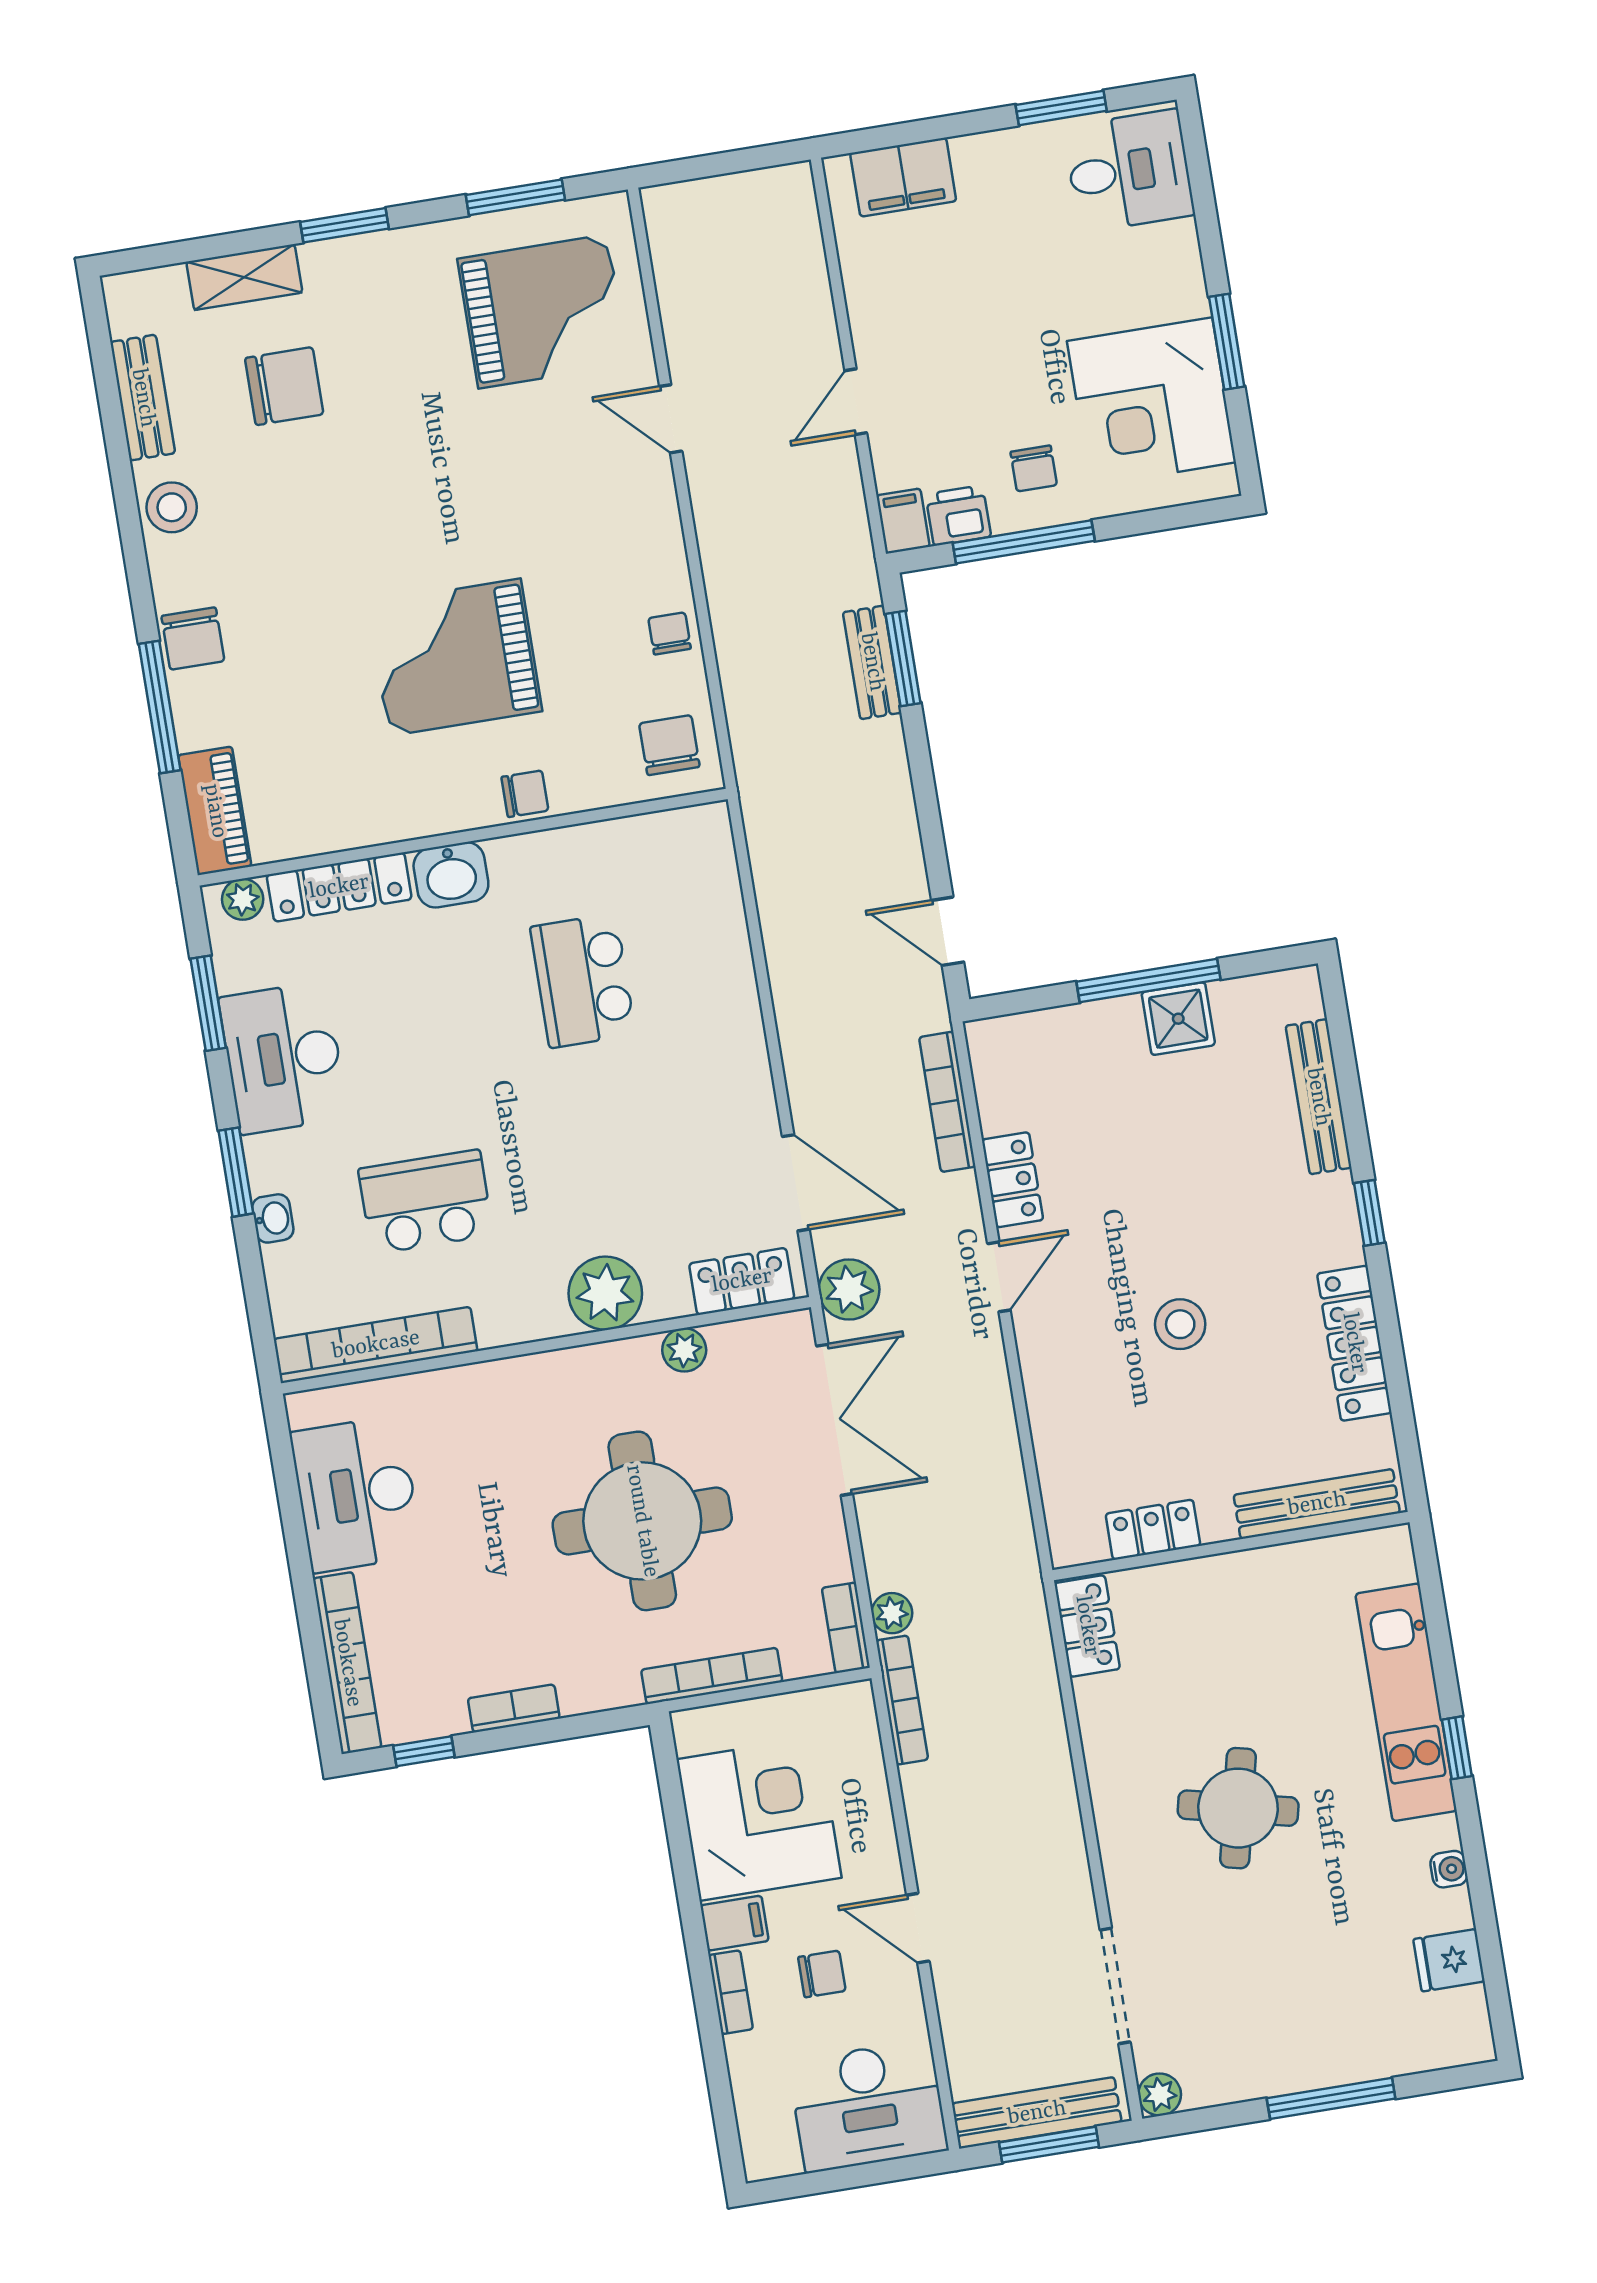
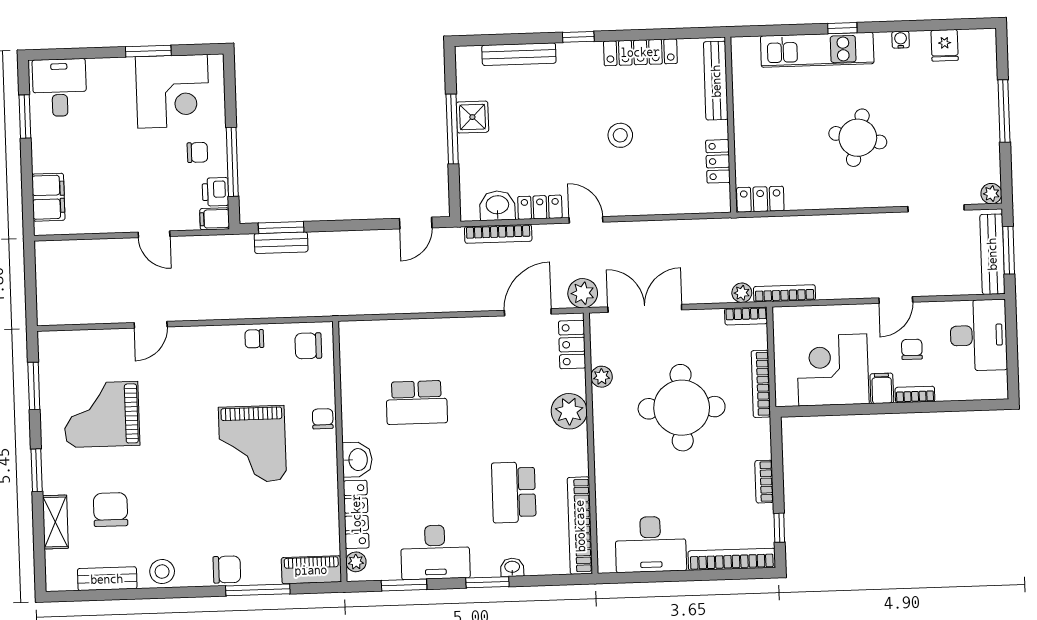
grand piano: (543, 311) -> (102, 414), moved, turned -90
washbasin: (1005, 1093) -> (497, 206), added

